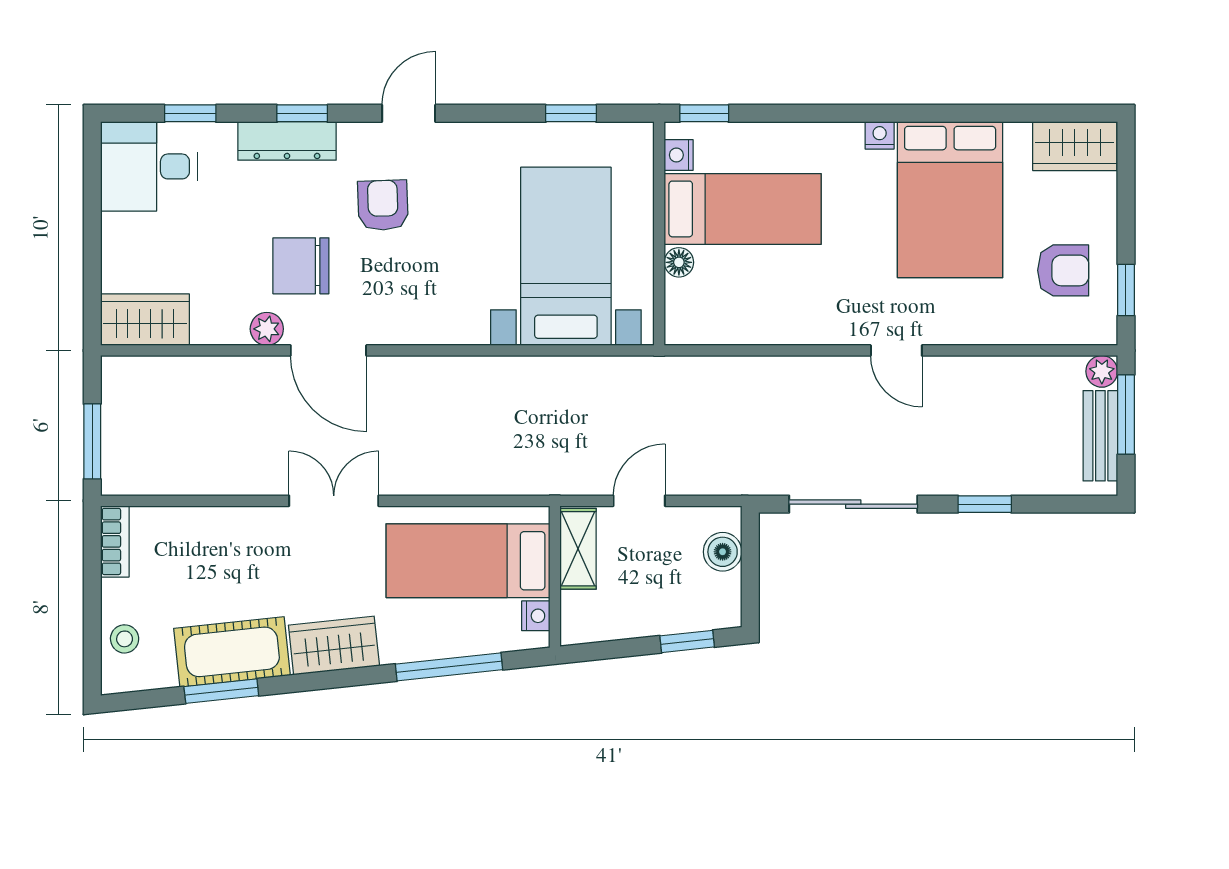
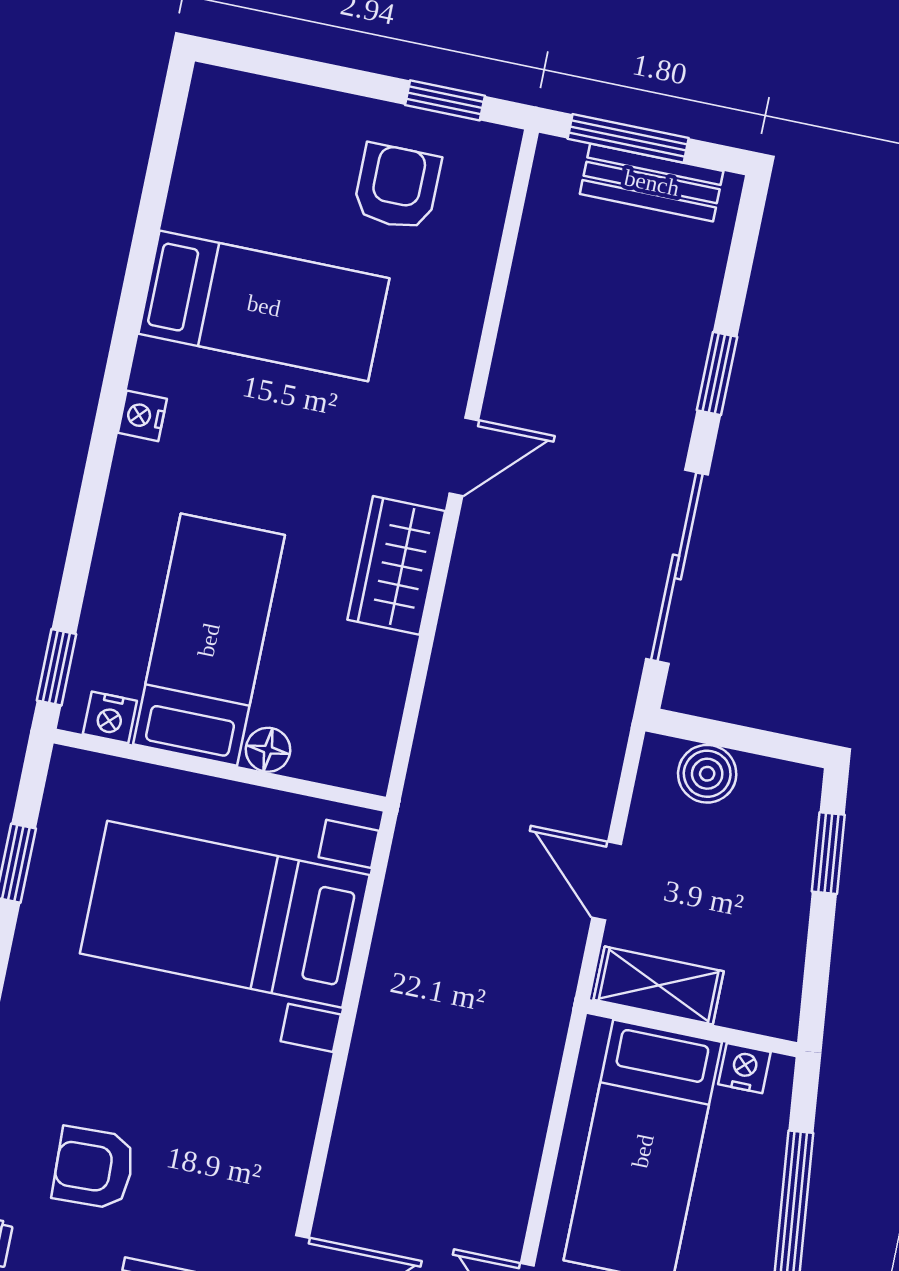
wardrobe: (1075, 146) -> (396, 565), moved, turned 180
bed: (950, 200) -> (264, 306), width x0.67
plant: (1102, 371) -> (557, 161), removed

